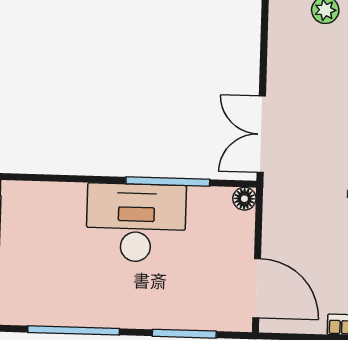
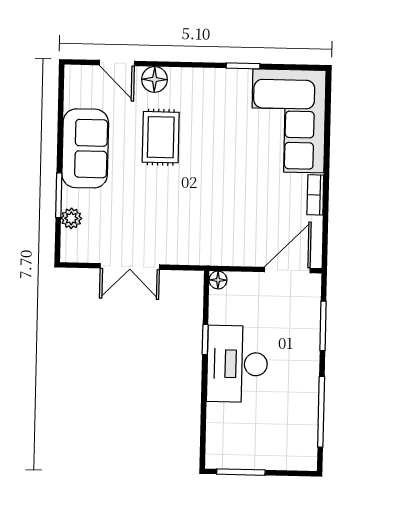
double door: (261, 134) -> (130, 266), moved
window: (168, 182) -> (205, 339), width x0.46

